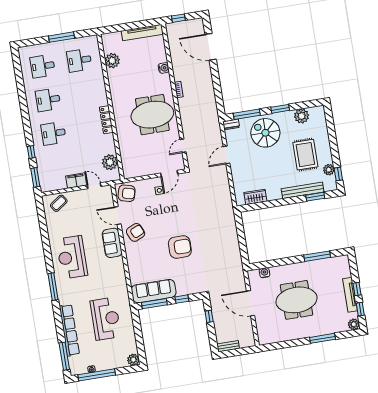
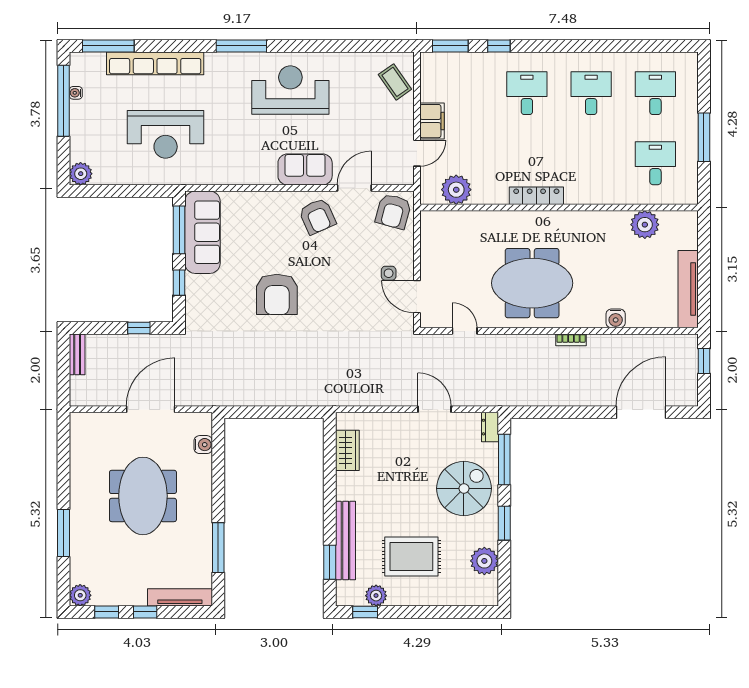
meeting table: (152, 115) -> (532, 283), turned 90
tv unit: (350, 295) -> (180, 597), moved

